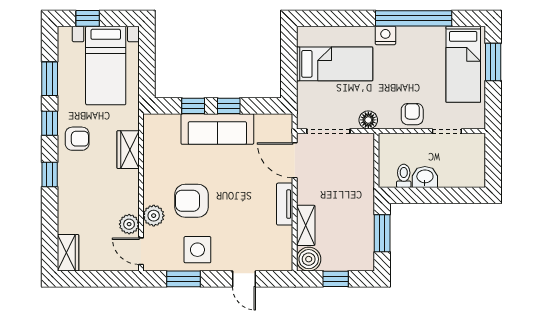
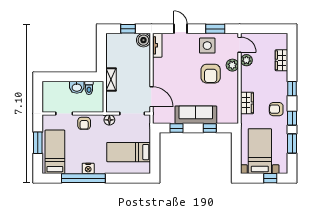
nightstand: (385, 35) -> (88, 168), moved
window: (493, 62) -> (38, 143), moved
window: (229, 106) -> (176, 128), moved
armchair: (191, 201) -> (211, 74), turned 90
tv unit: (285, 204) -> (157, 45), moved
shelving: (306, 225) -> (111, 80), moved
window: (382, 233) -> (101, 55), removed
wardrobe: (68, 253) -> (281, 60), moved

